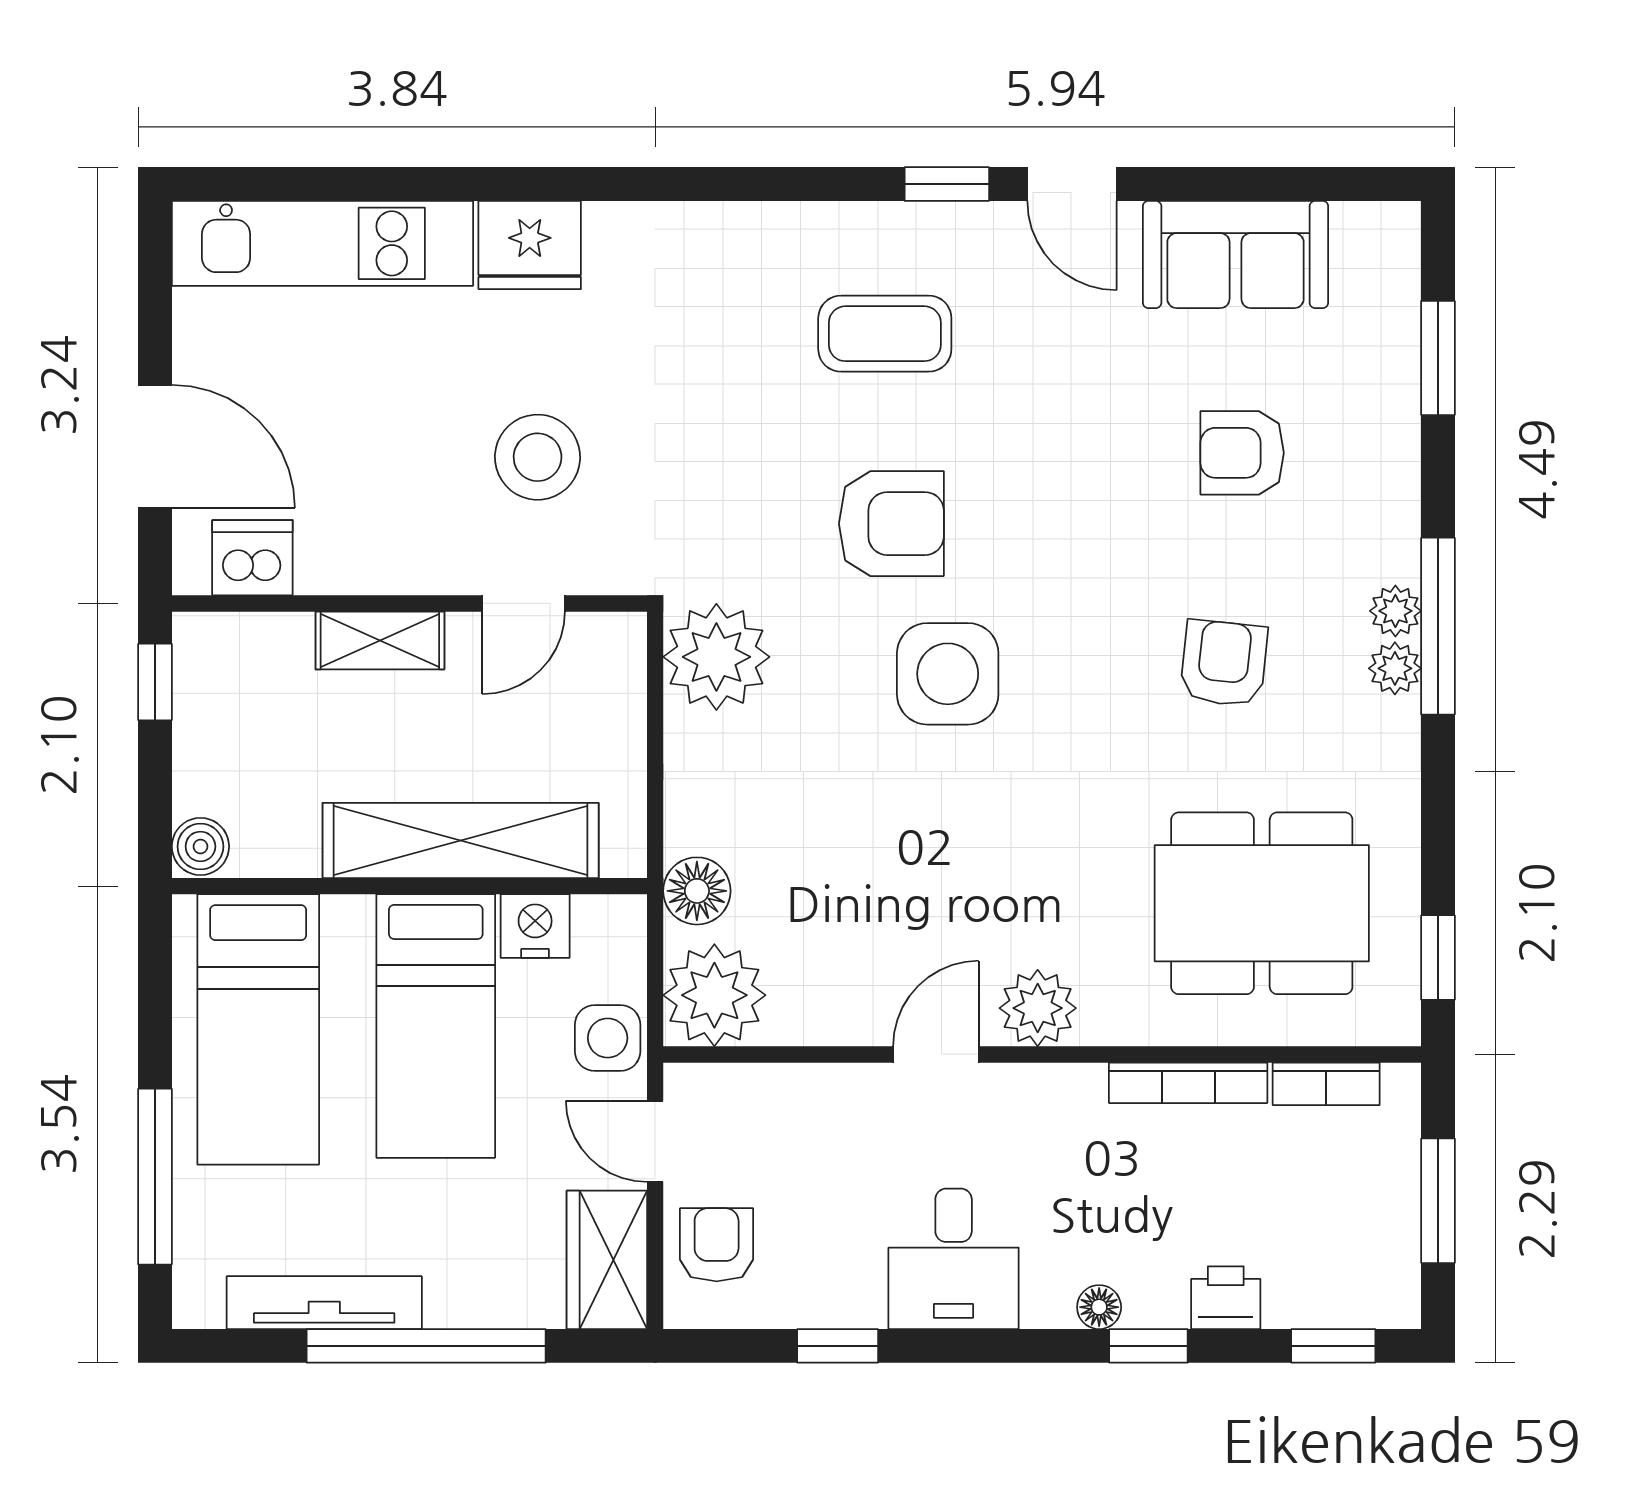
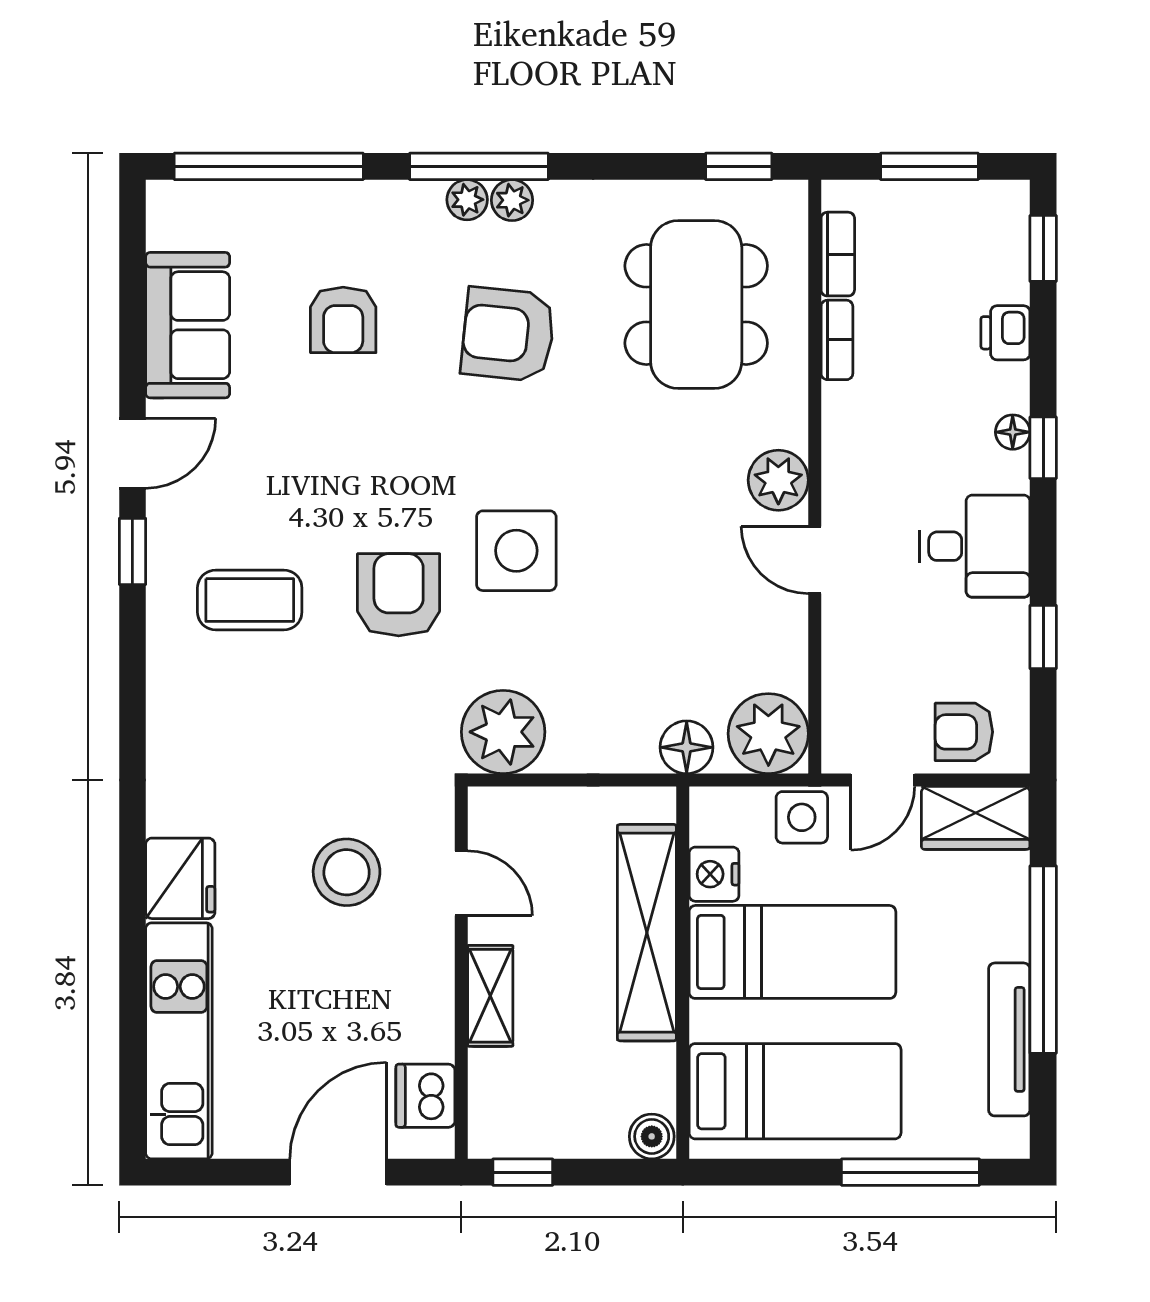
coffee table: (885, 334) -> (250, 600), turned 90
window: (1438, 358) -> (269, 166), width x2.11
armchair: (1224, 663) -> (508, 334), width x1.38, depth x1.38
bookcase: (1188, 1083) -> (837, 340), width x0.64
window: (1148, 1346) -> (1043, 448), moved

